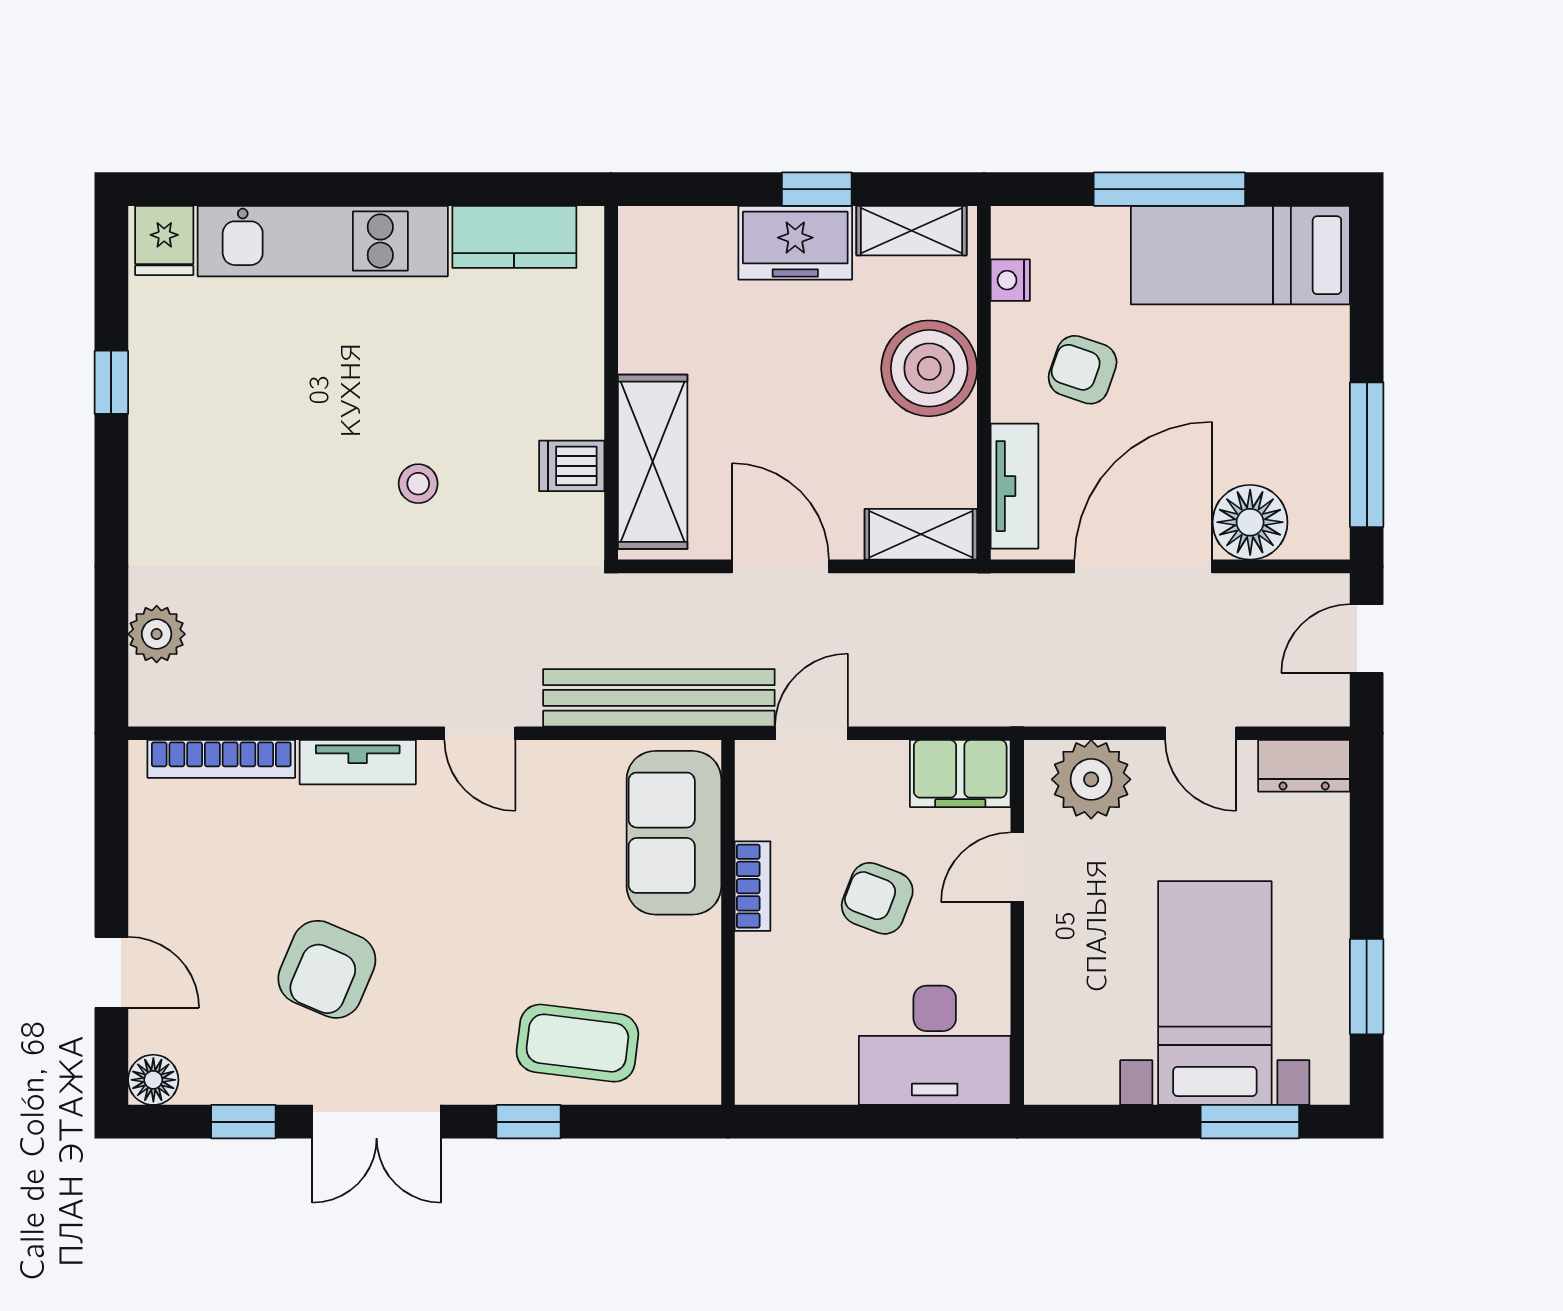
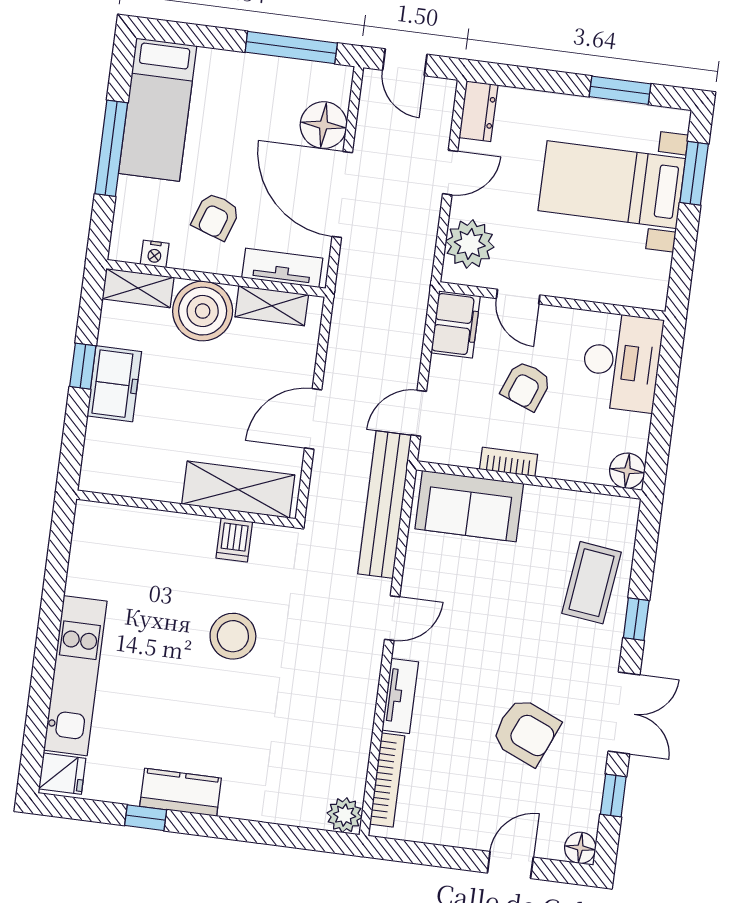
shelving: (912, 231) -> (138, 288), moved, turned 90
kitchen counter: (514, 237) -> (181, 792), moved, turned -90
stool: (418, 484) -> (233, 636), width x1.89, depth x1.89
shelving: (921, 534) -> (272, 306), moved, turned 90
plant: (157, 634) -> (345, 815), moved
door: (811, 733) -> (419, 413), hinge flipped
floor lamp: (763, 1077) -> (627, 471), added

